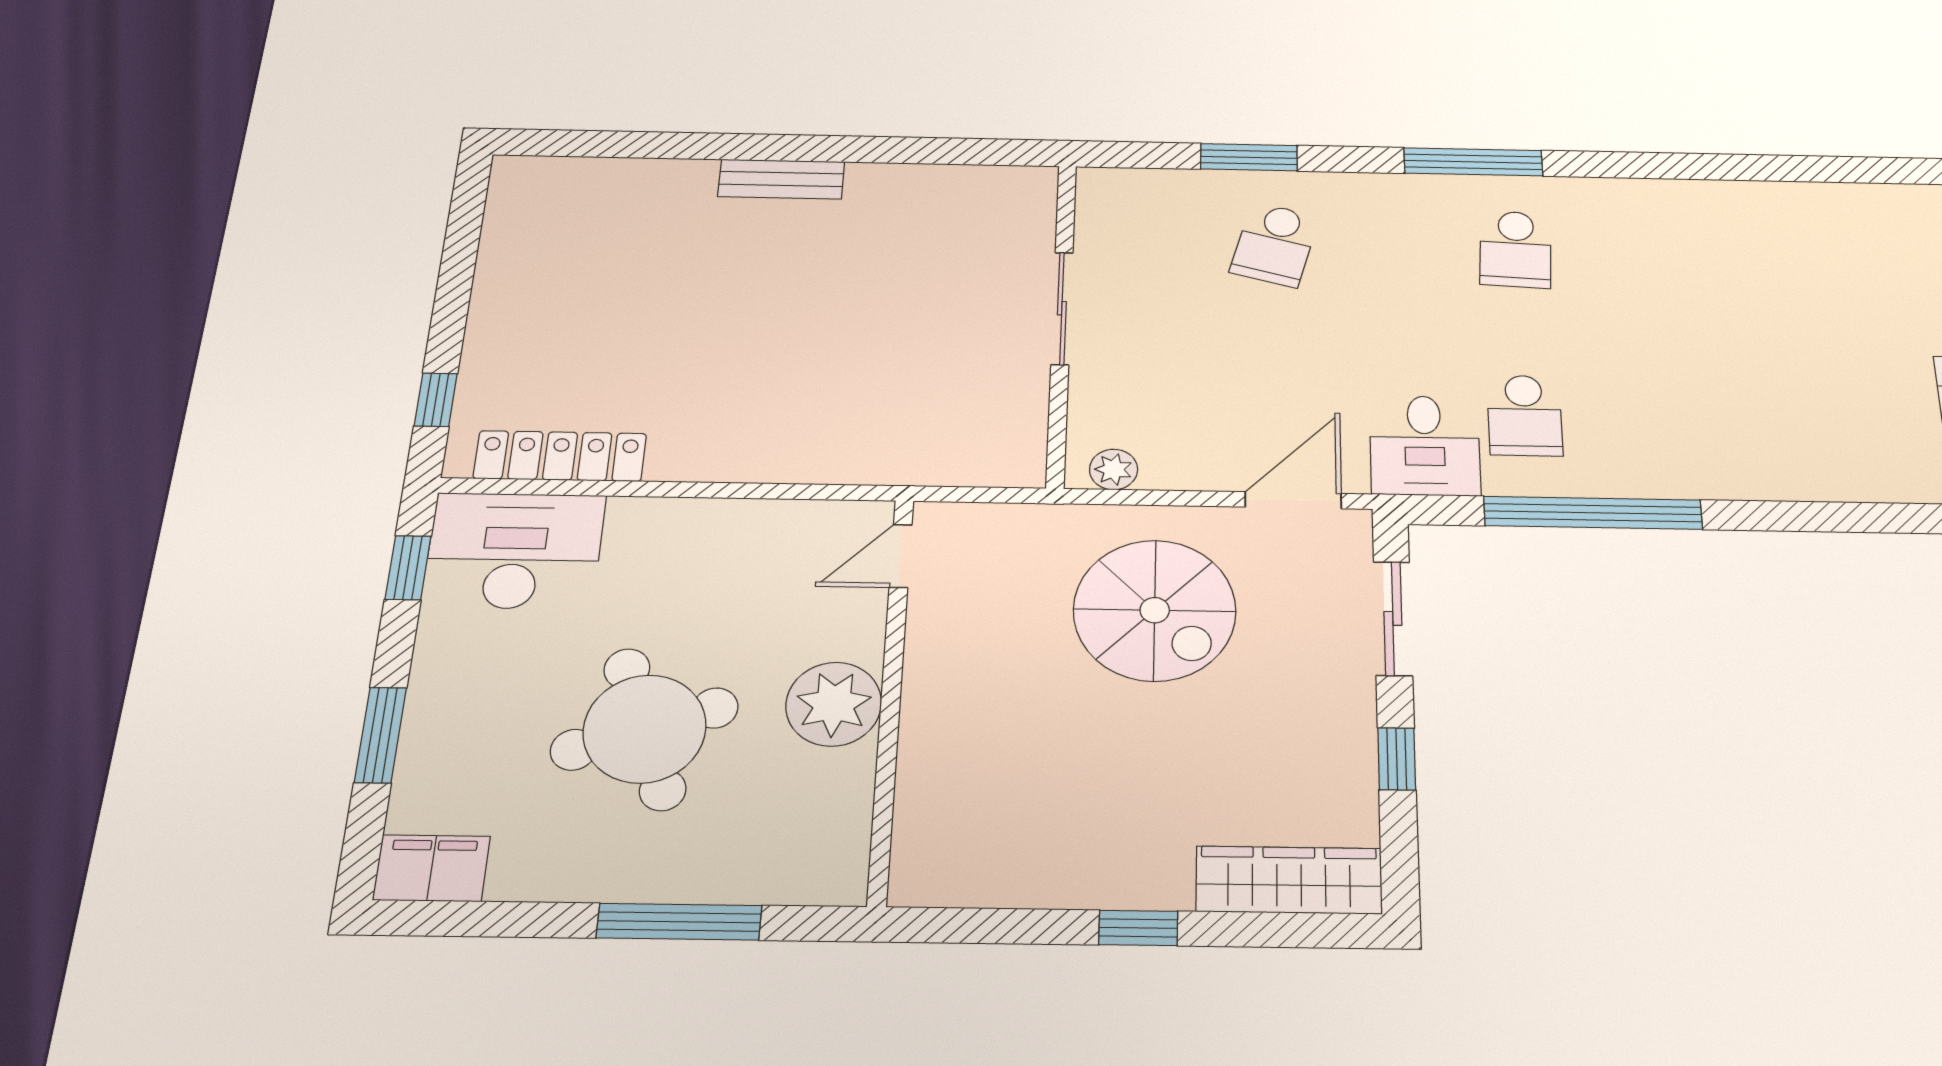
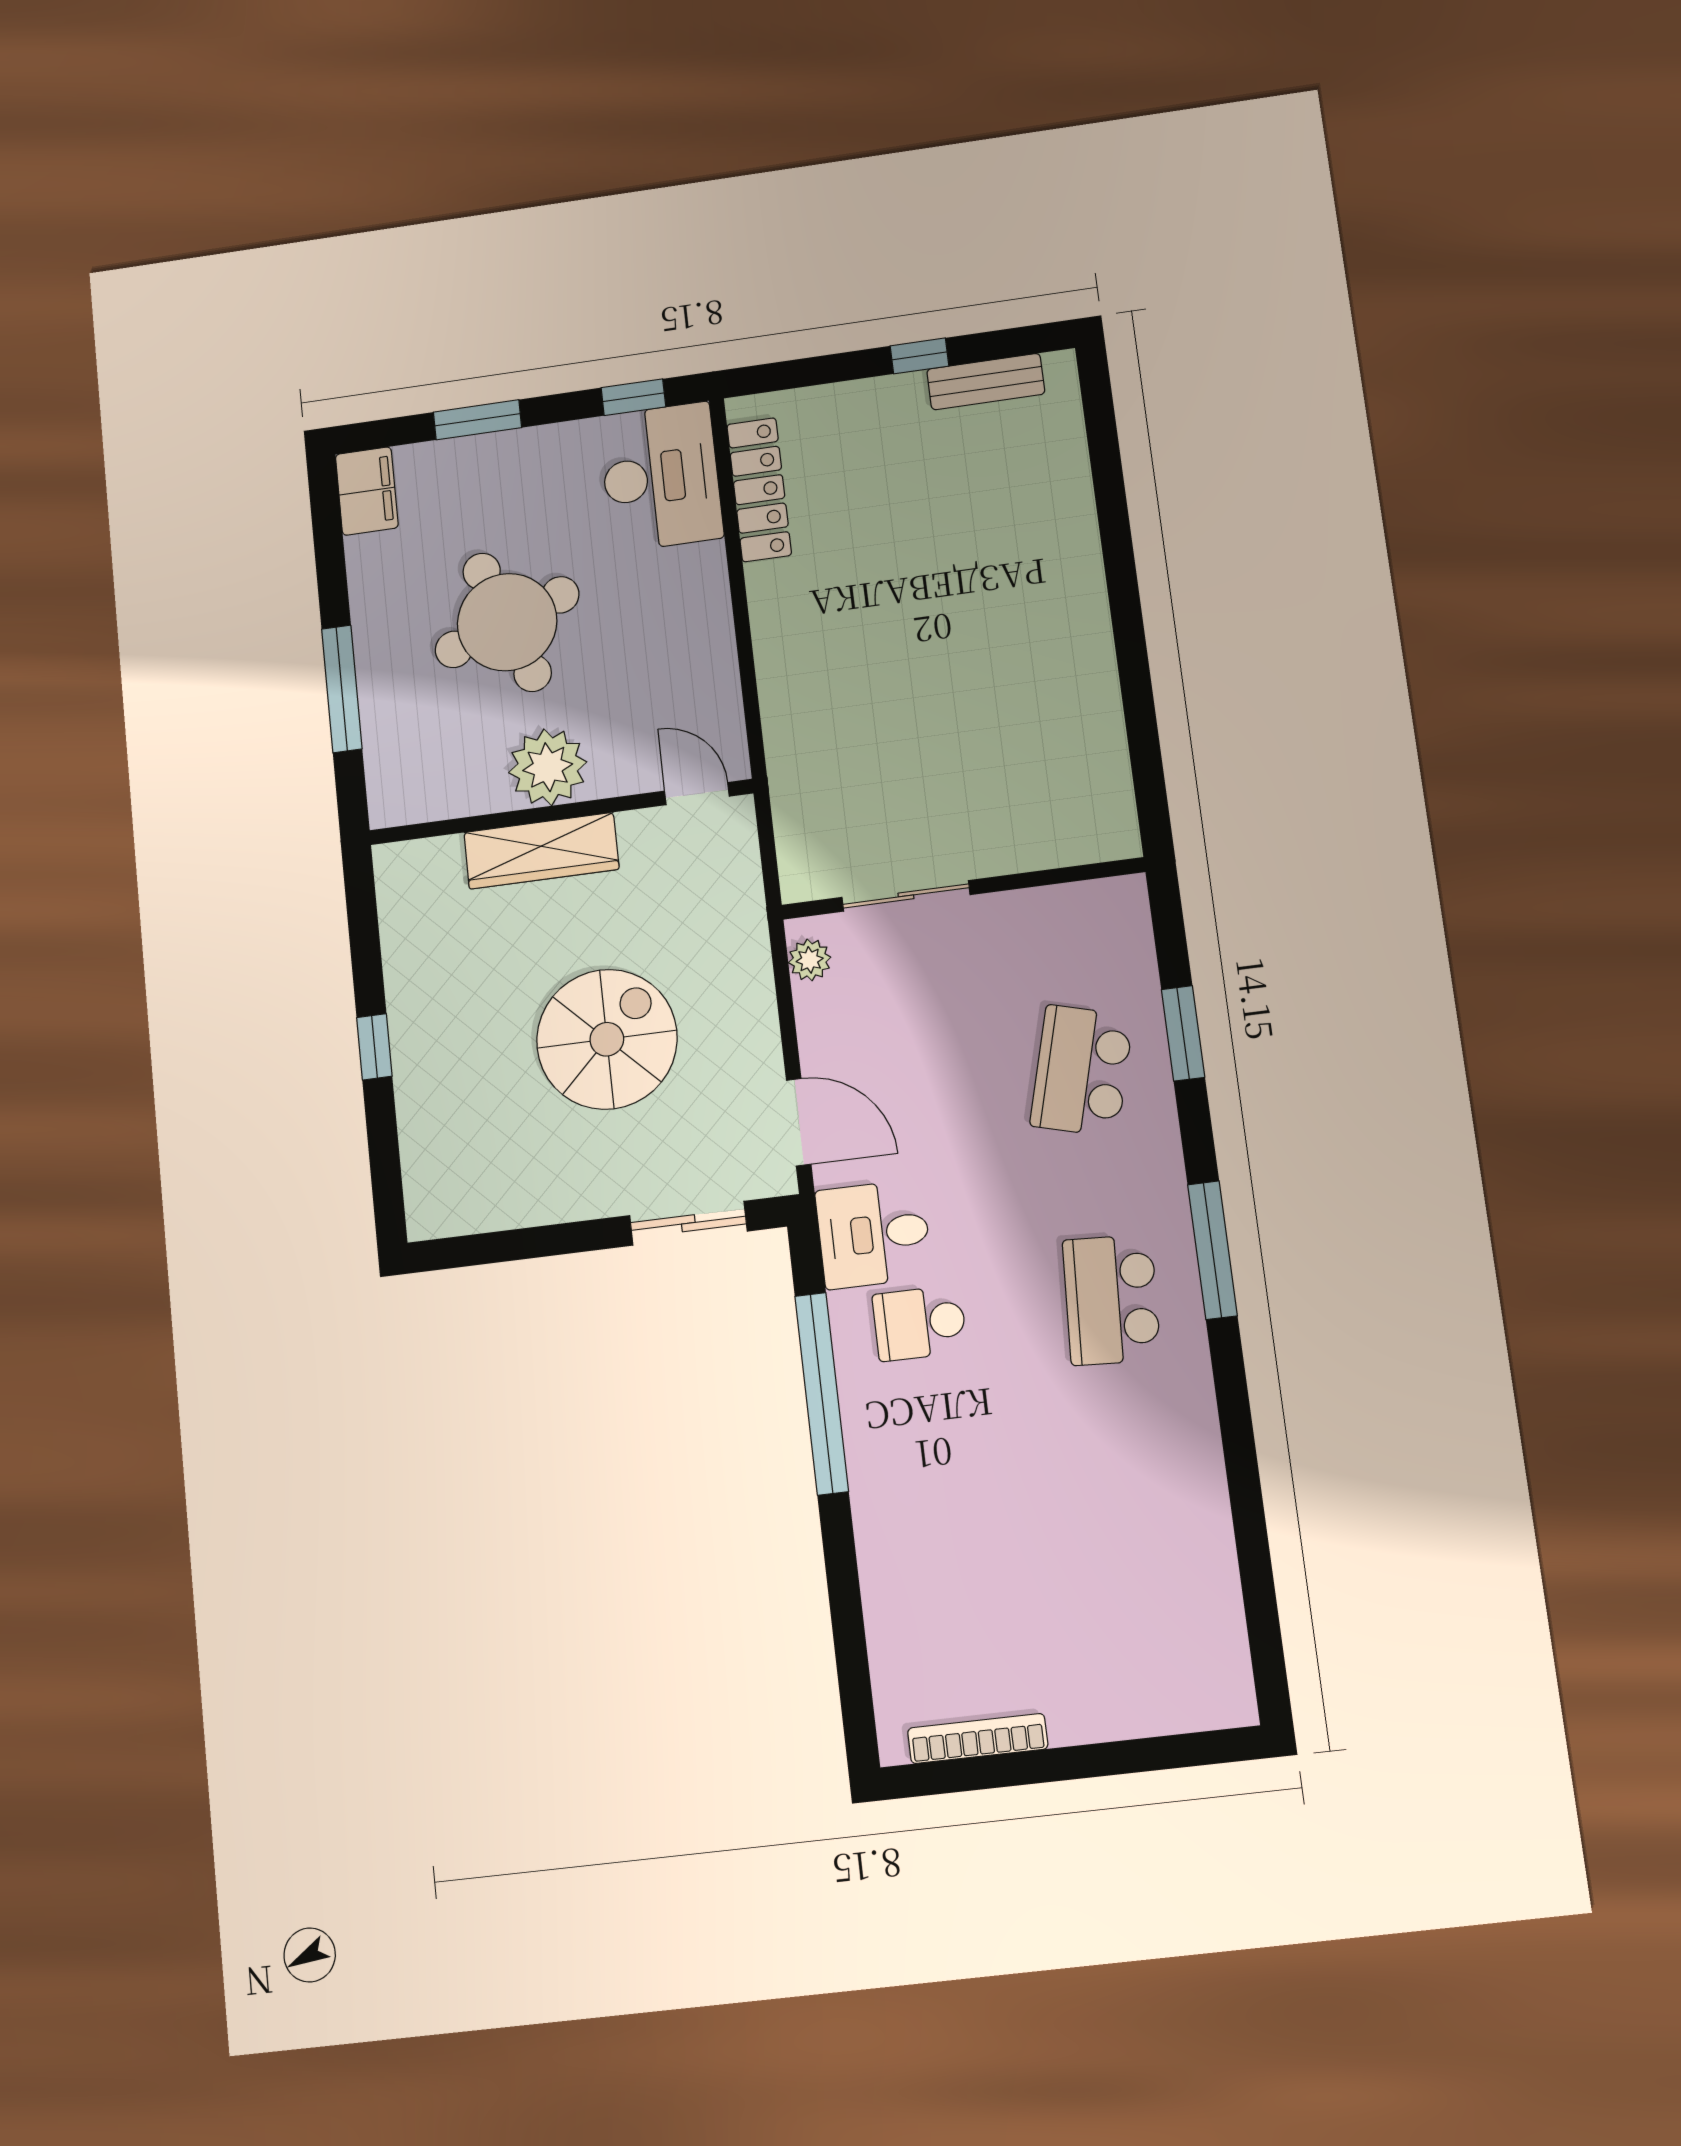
bench: (781, 179) -> (986, 382), moved, turned 90
school desk: (1275, 244) -> (1082, 1071), width x1.85
school desk: (1516, 249) -> (1111, 1300), width x1.85
sliding door: (1062, 308) -> (906, 896), moved
window: (436, 400) -> (919, 356), moved
spiral stairs: (1155, 610) -> (607, 1039), moved, turned 180
window: (1397, 759) -> (551, 1240), removed
wardrobe: (1289, 880) -> (541, 851), moved, turned 90

